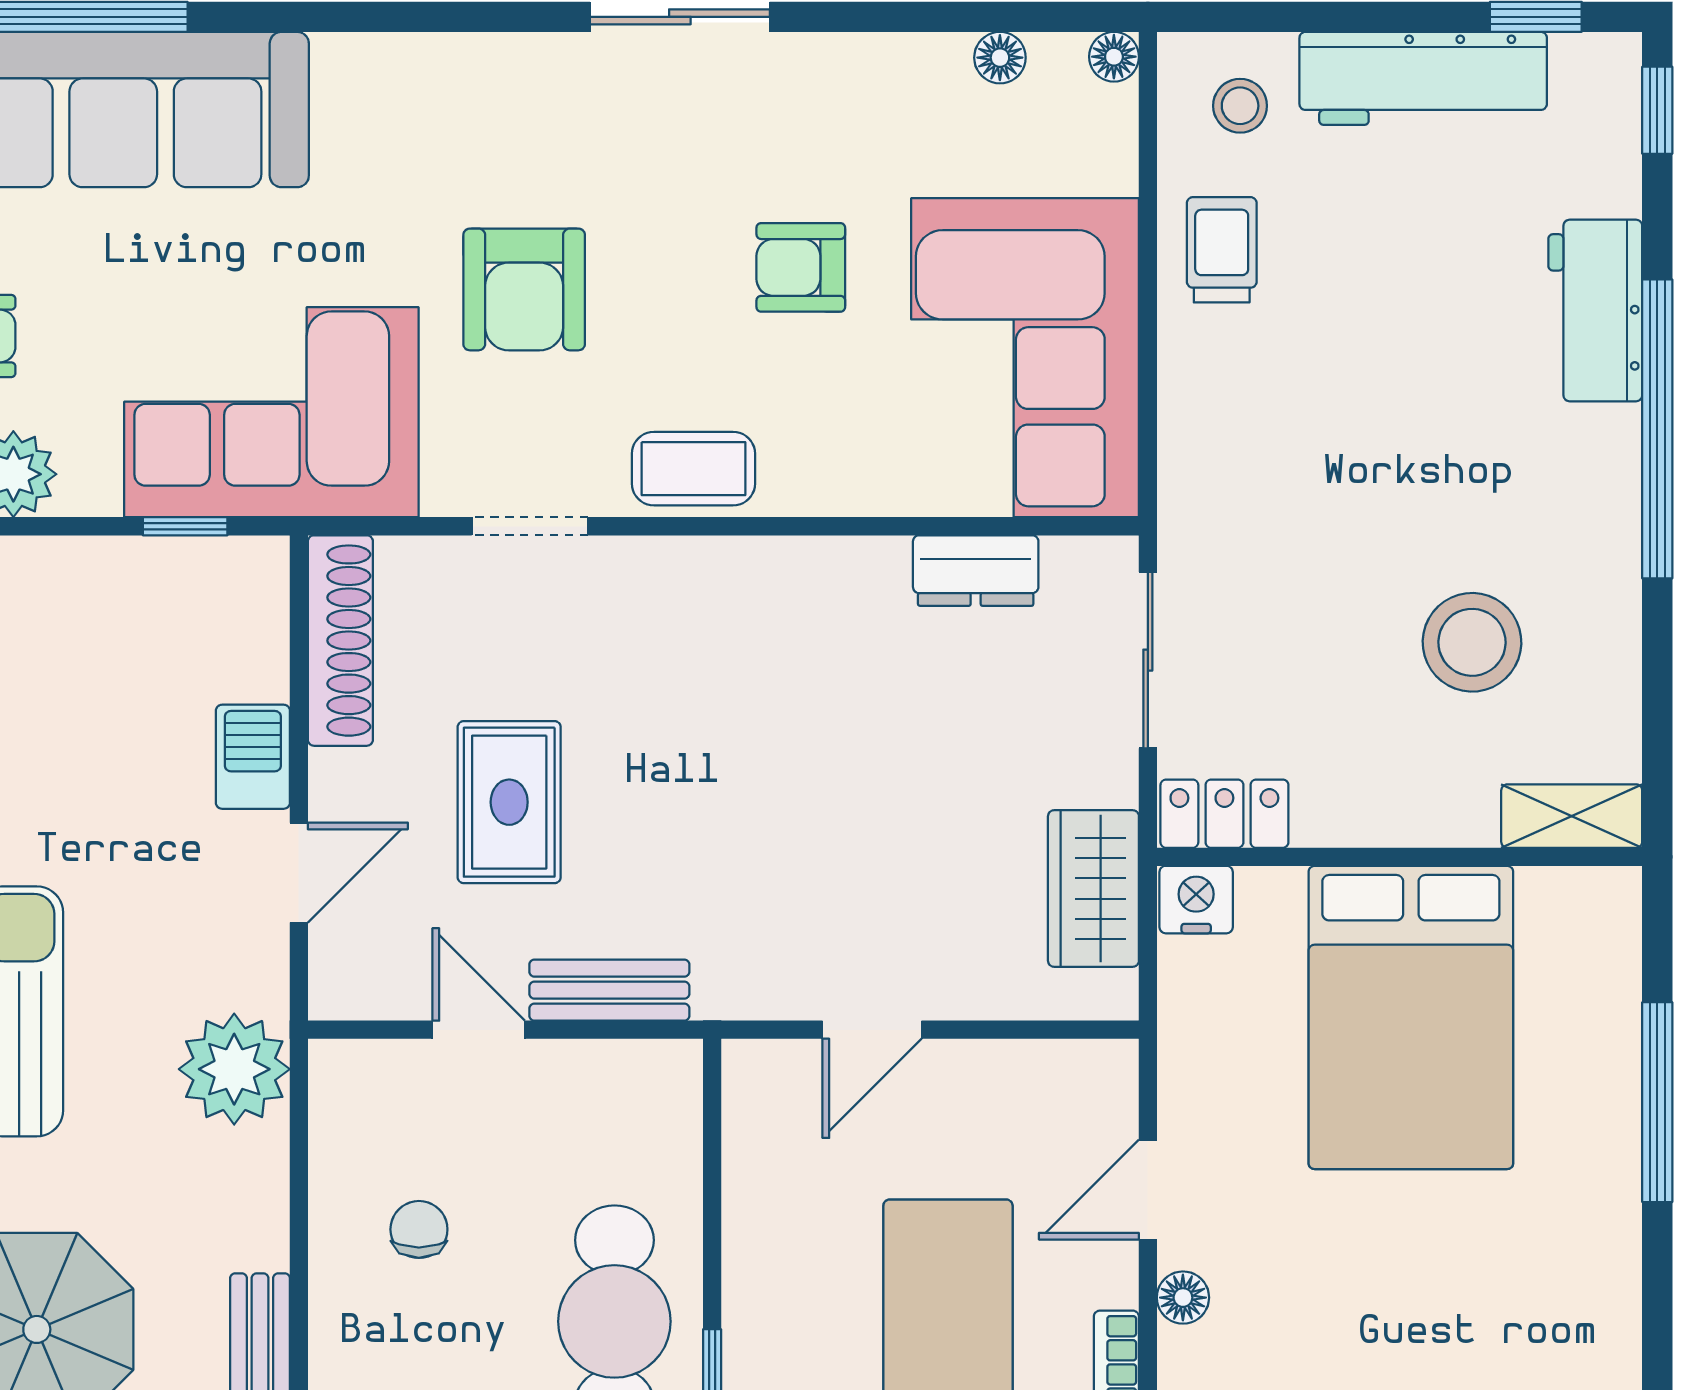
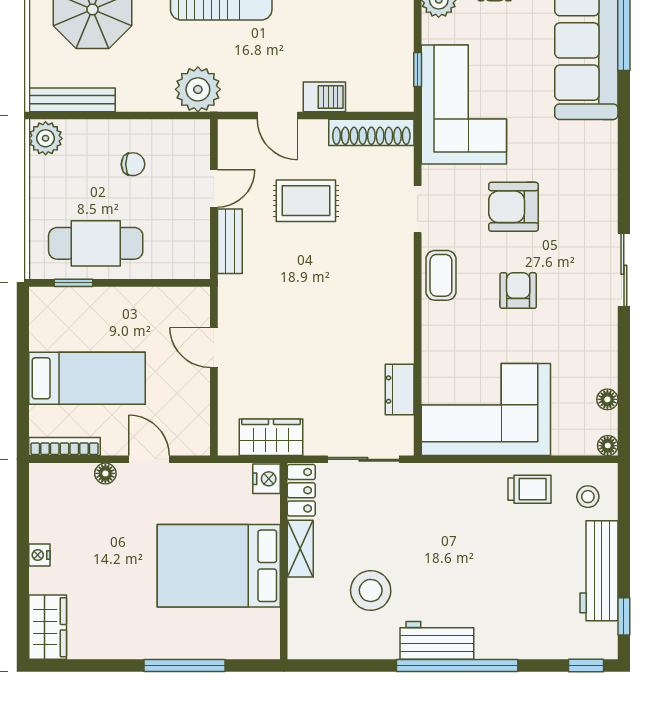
armchair: (801, 267) -> (518, 291), moved
workbench: (1595, 310) -> (437, 640), moved
shelving: (1572, 816) -> (300, 549), moved

